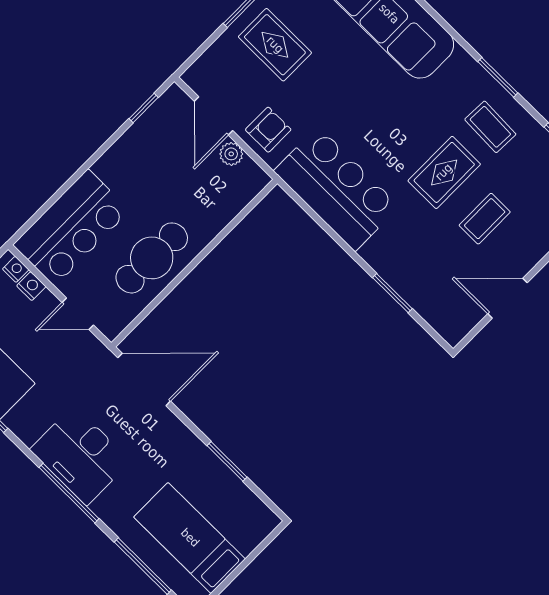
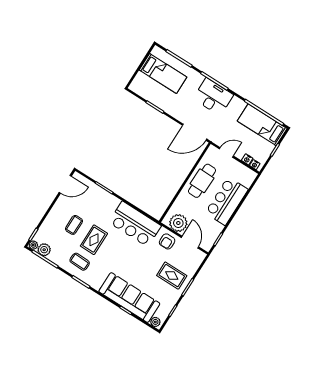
plant: (231, 154) -> (178, 223), width x1.88, depth x1.88
bar counter: (71, 228) -> (227, 201), moved
door: (508, 298) -> (65, 184), moved

